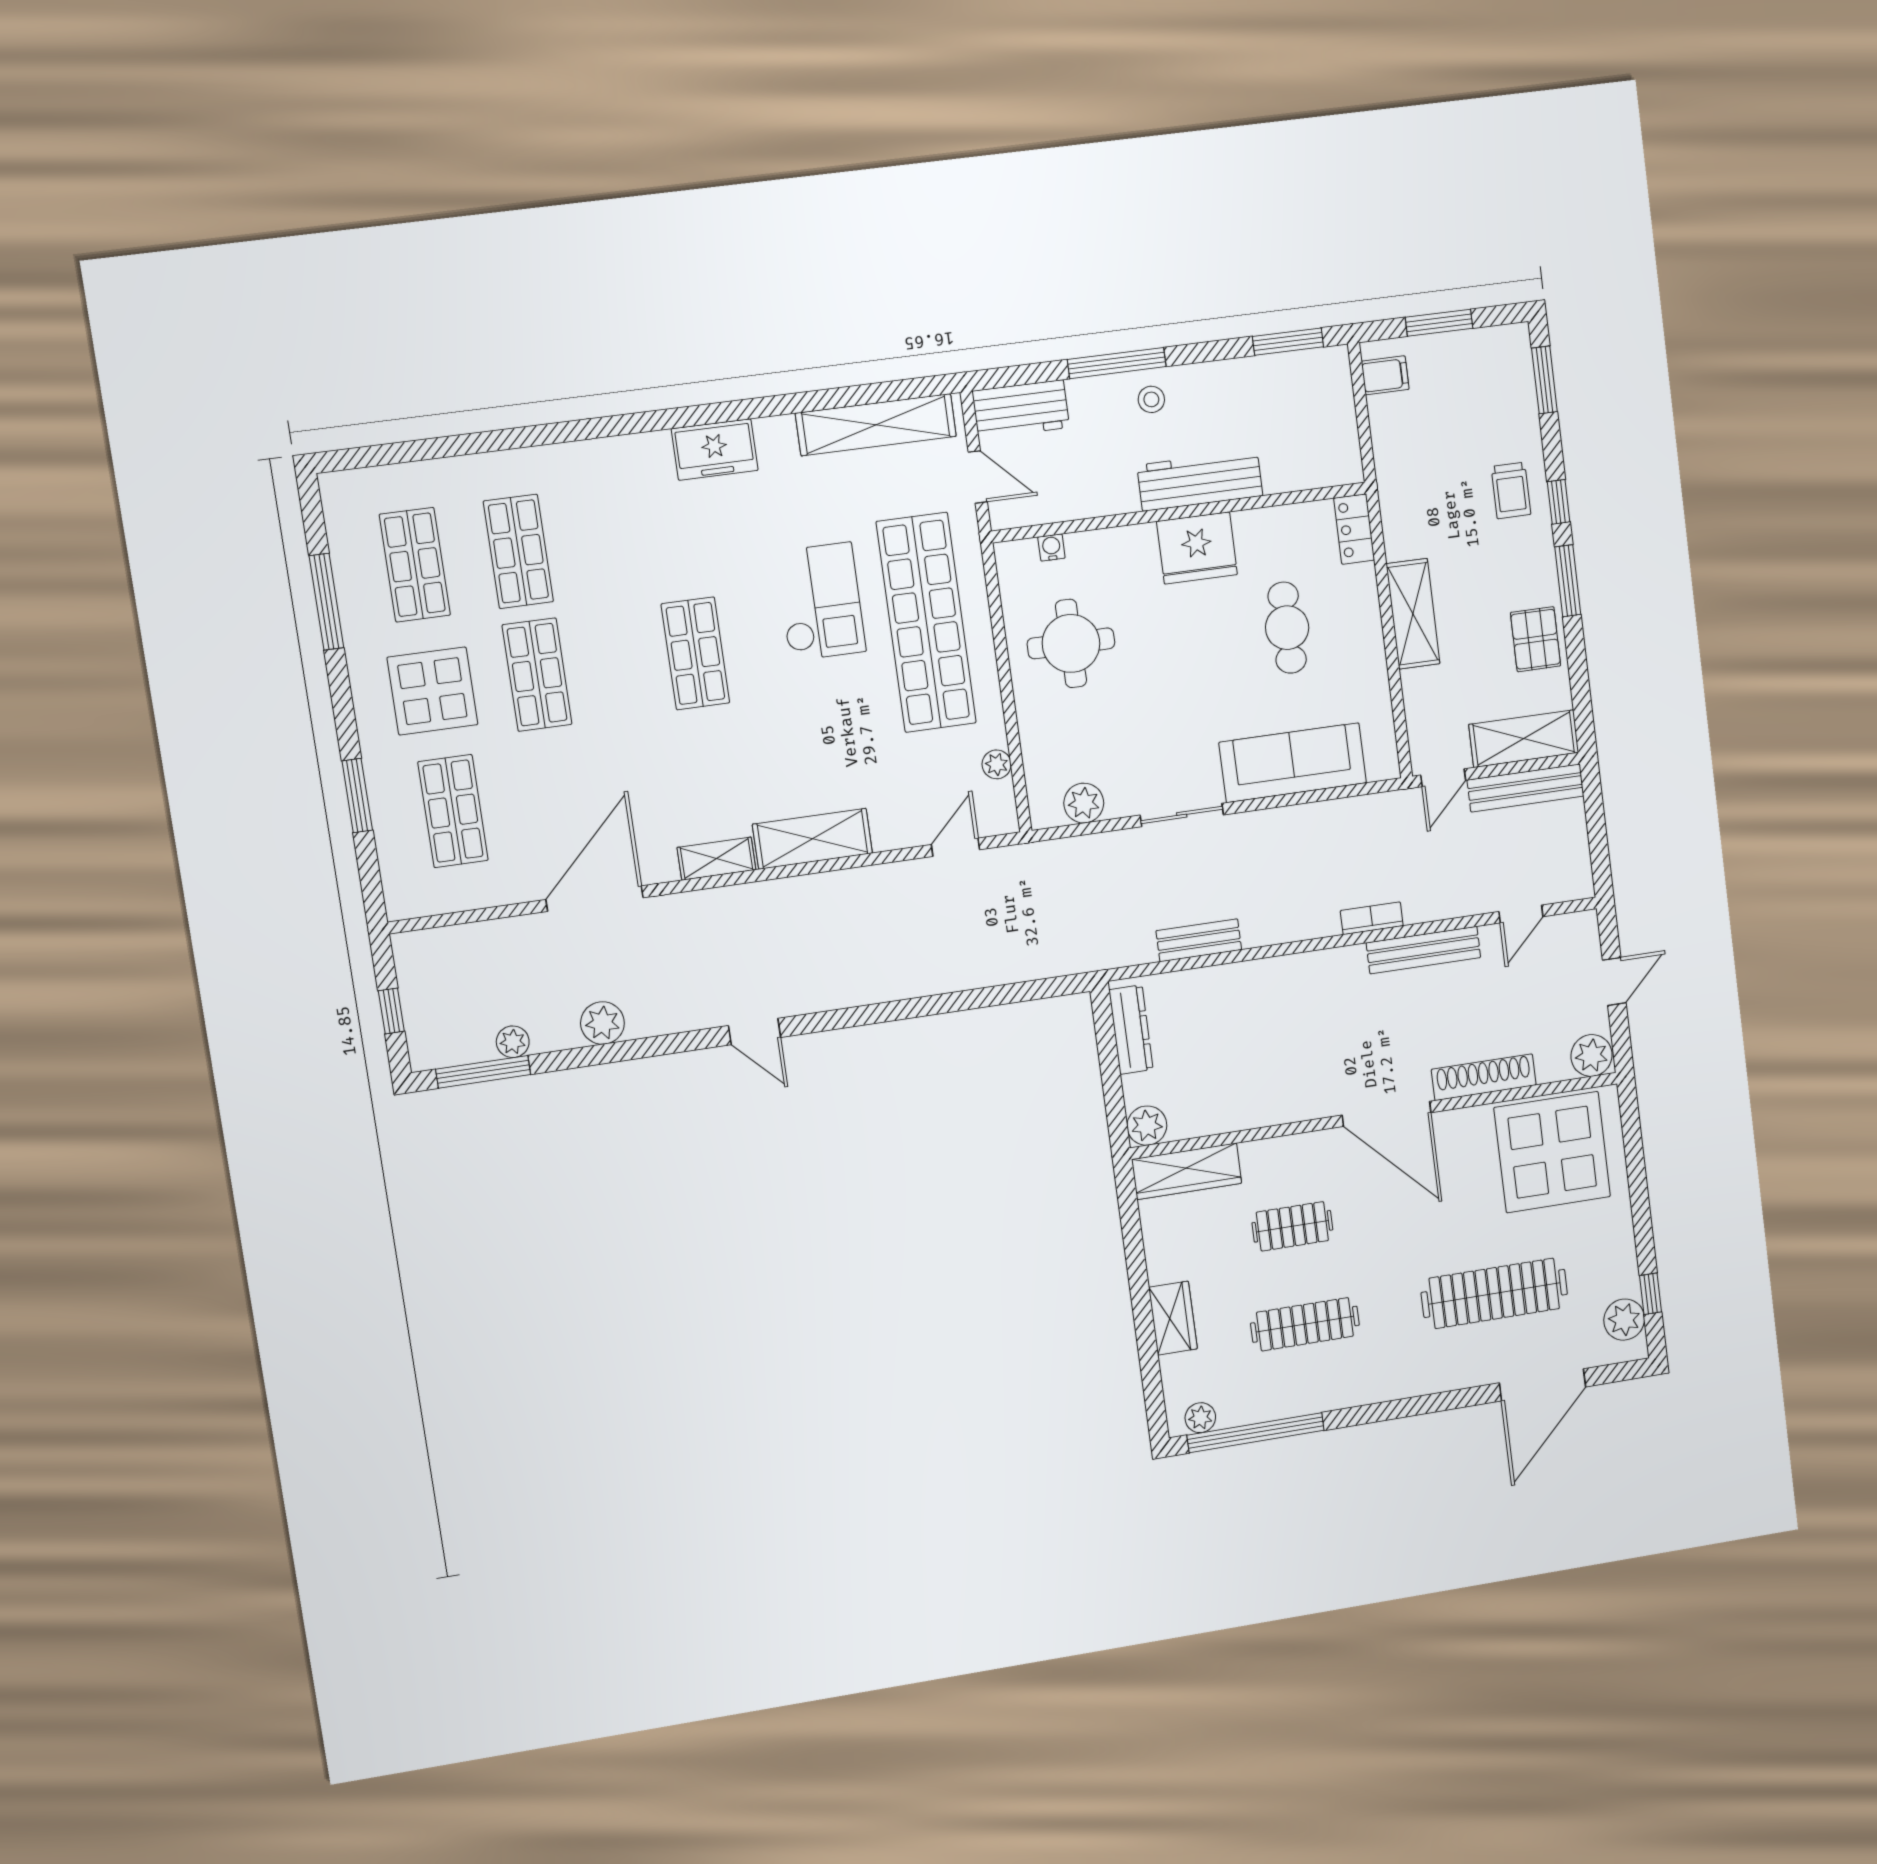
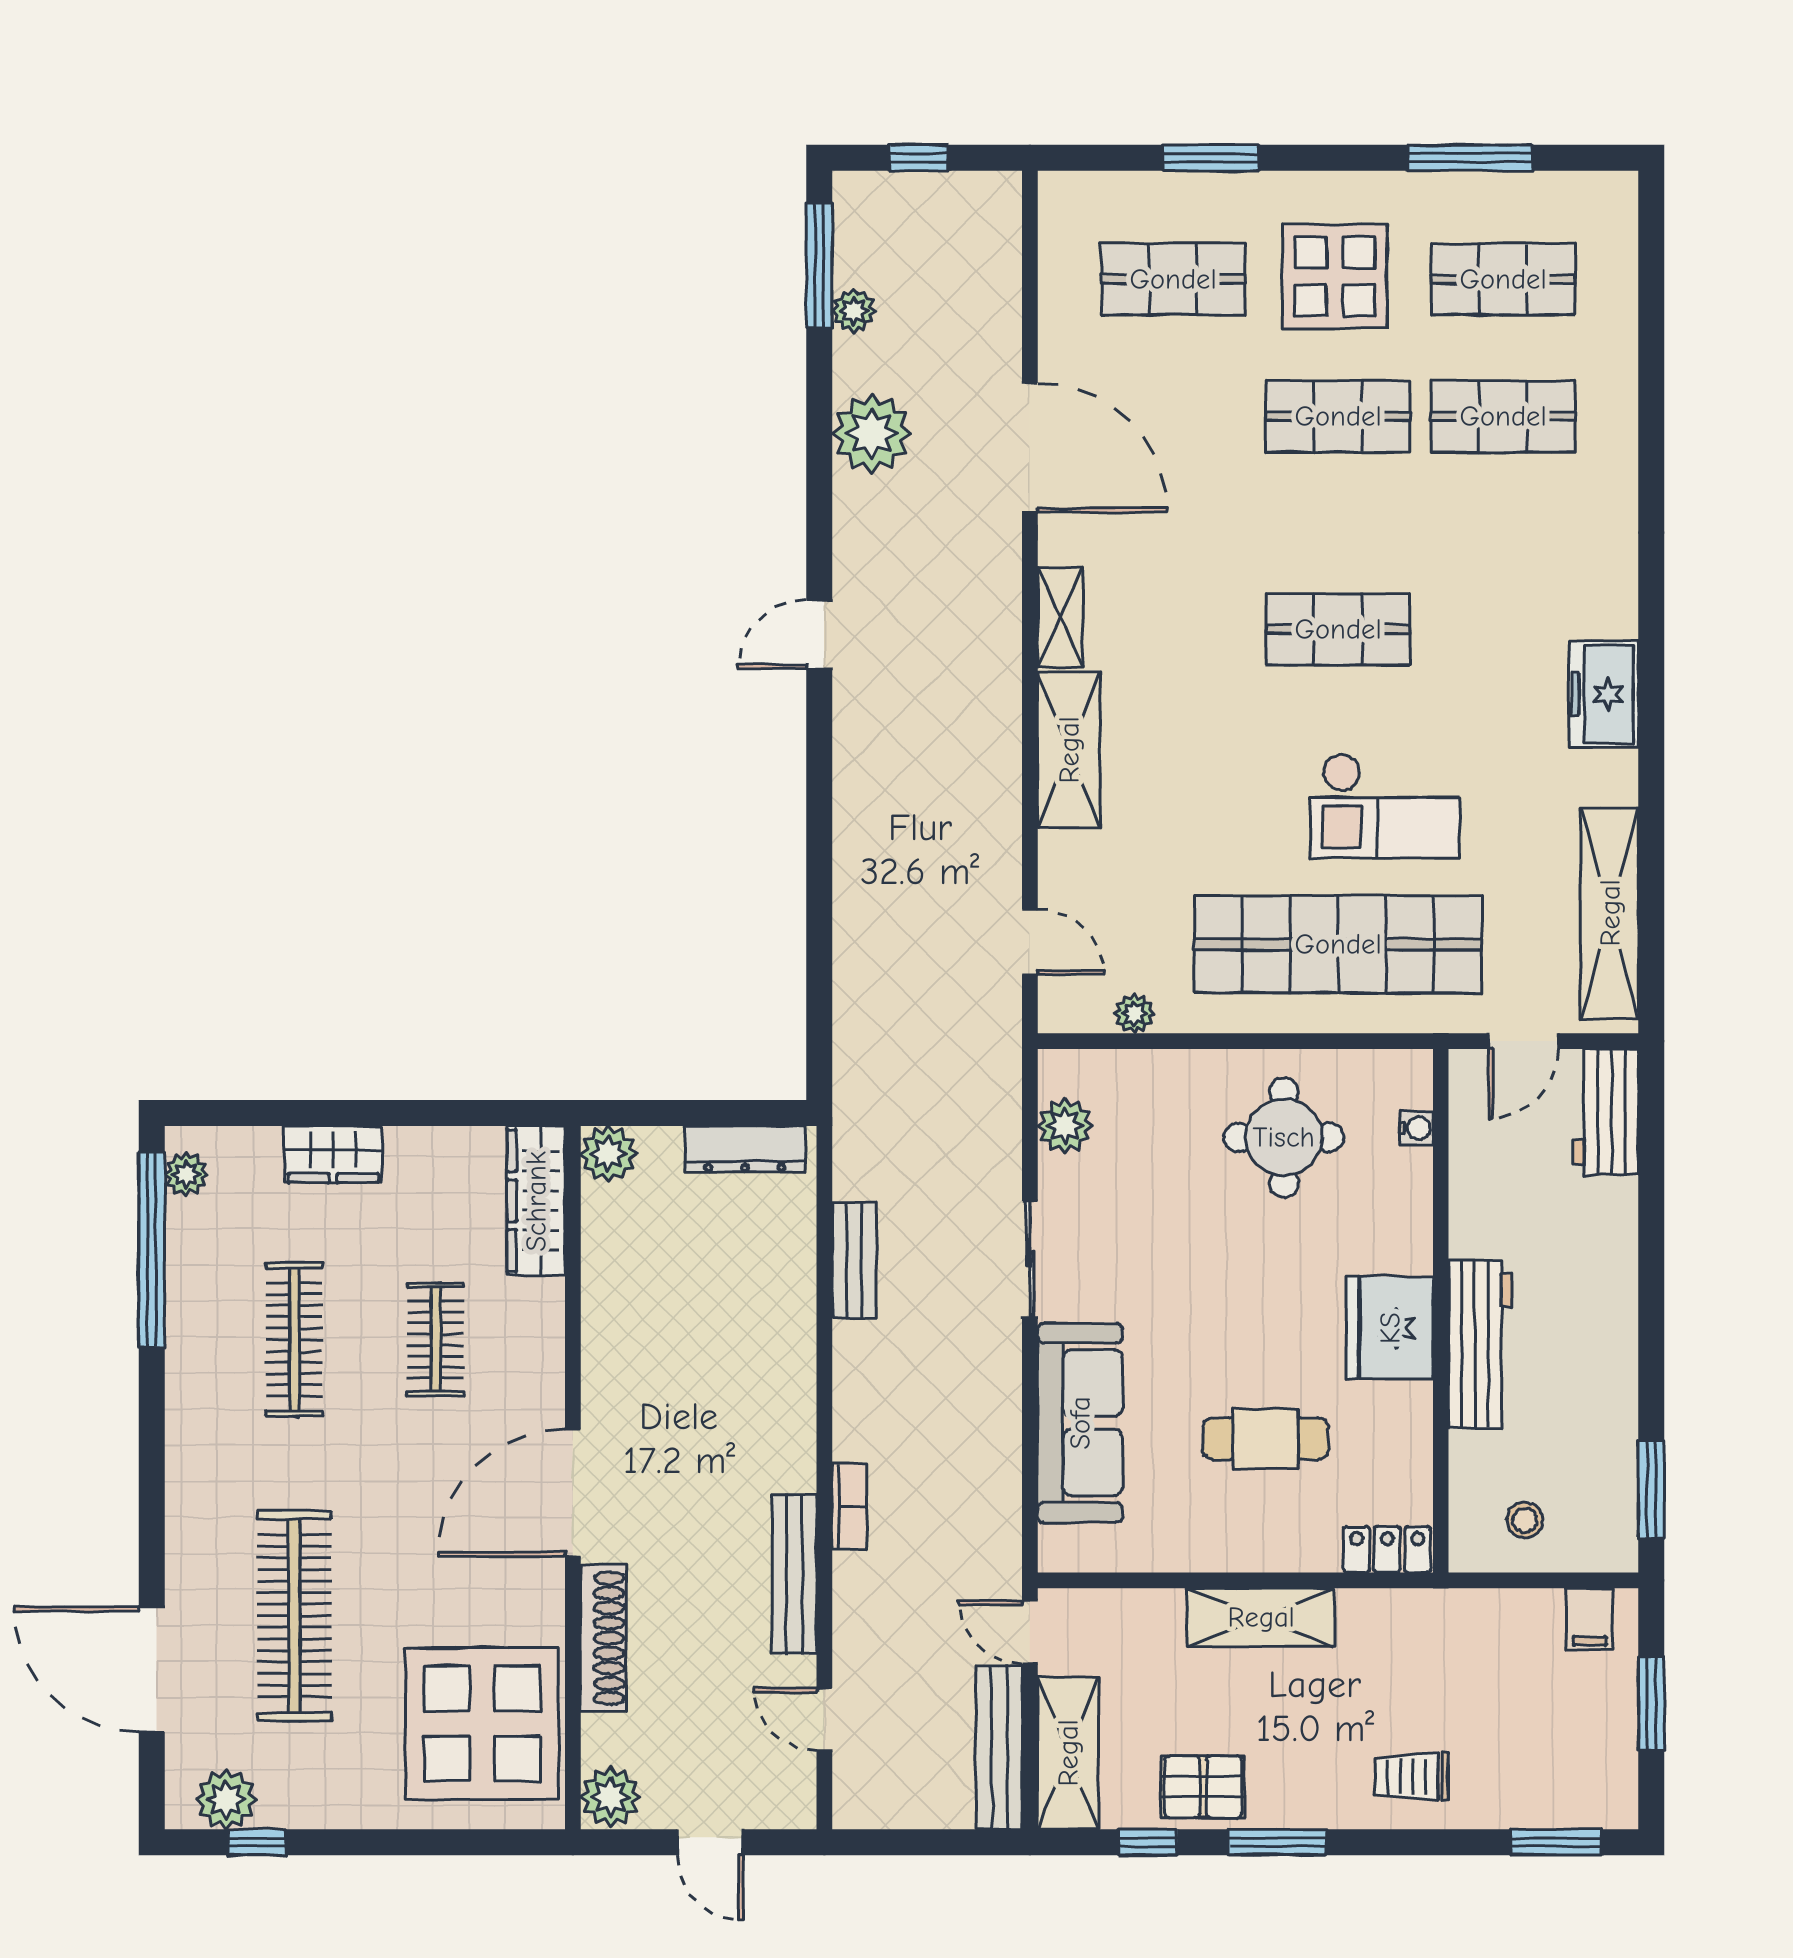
window: (1117, 363) -> (1651, 1250), removed
stool: (1151, 399) -> (1525, 1520), moved
window: (1559, 502) -> (1148, 1842), moved
plant: (602, 1023) -> (872, 433), width x1.36, depth x1.36

